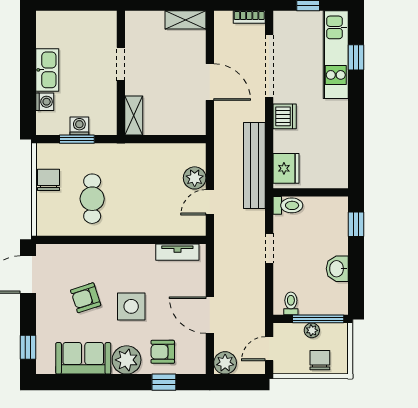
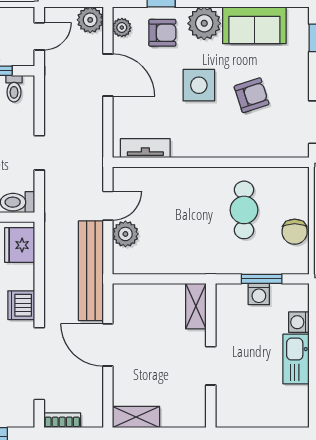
bench: (254, 166) -> (91, 271), moved
plant: (198, 356) -> (122, 28), added

